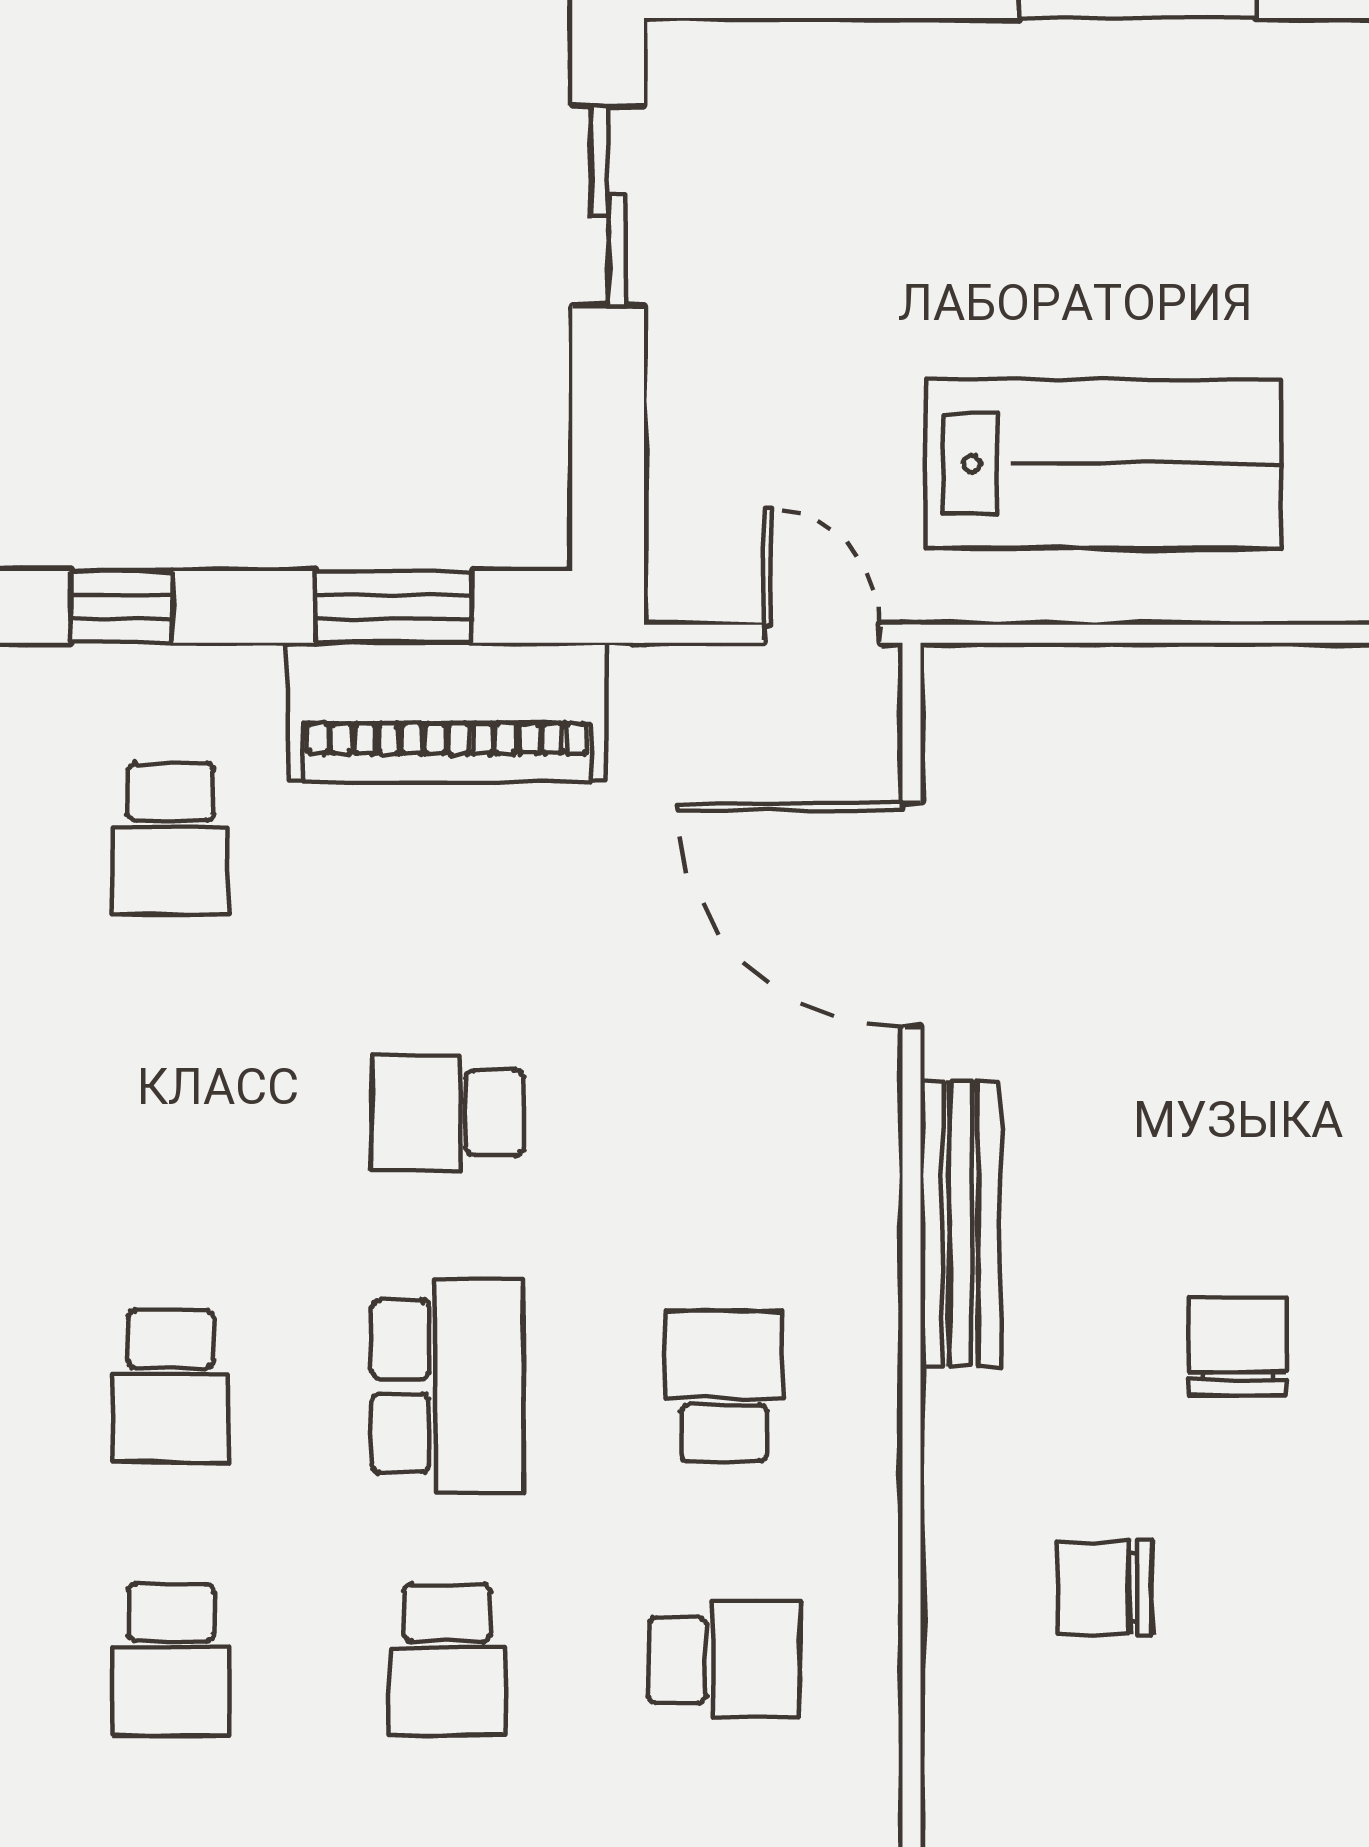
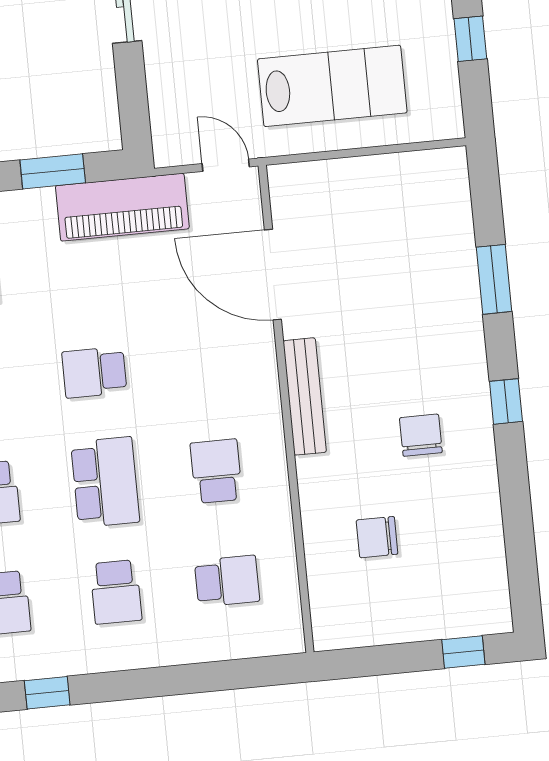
piano: (447, 712) -> (122, 207), moved

